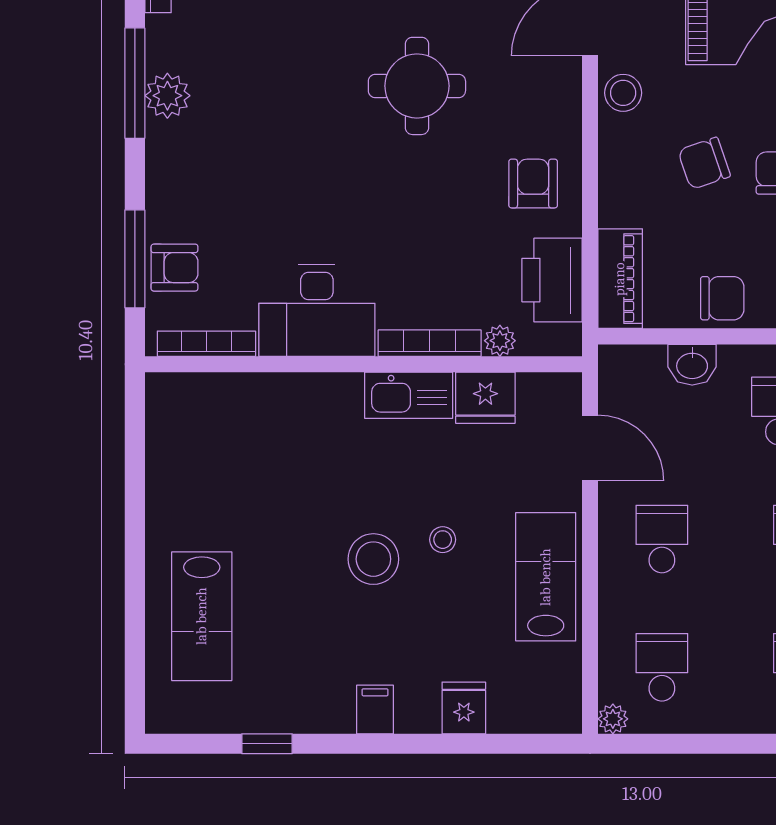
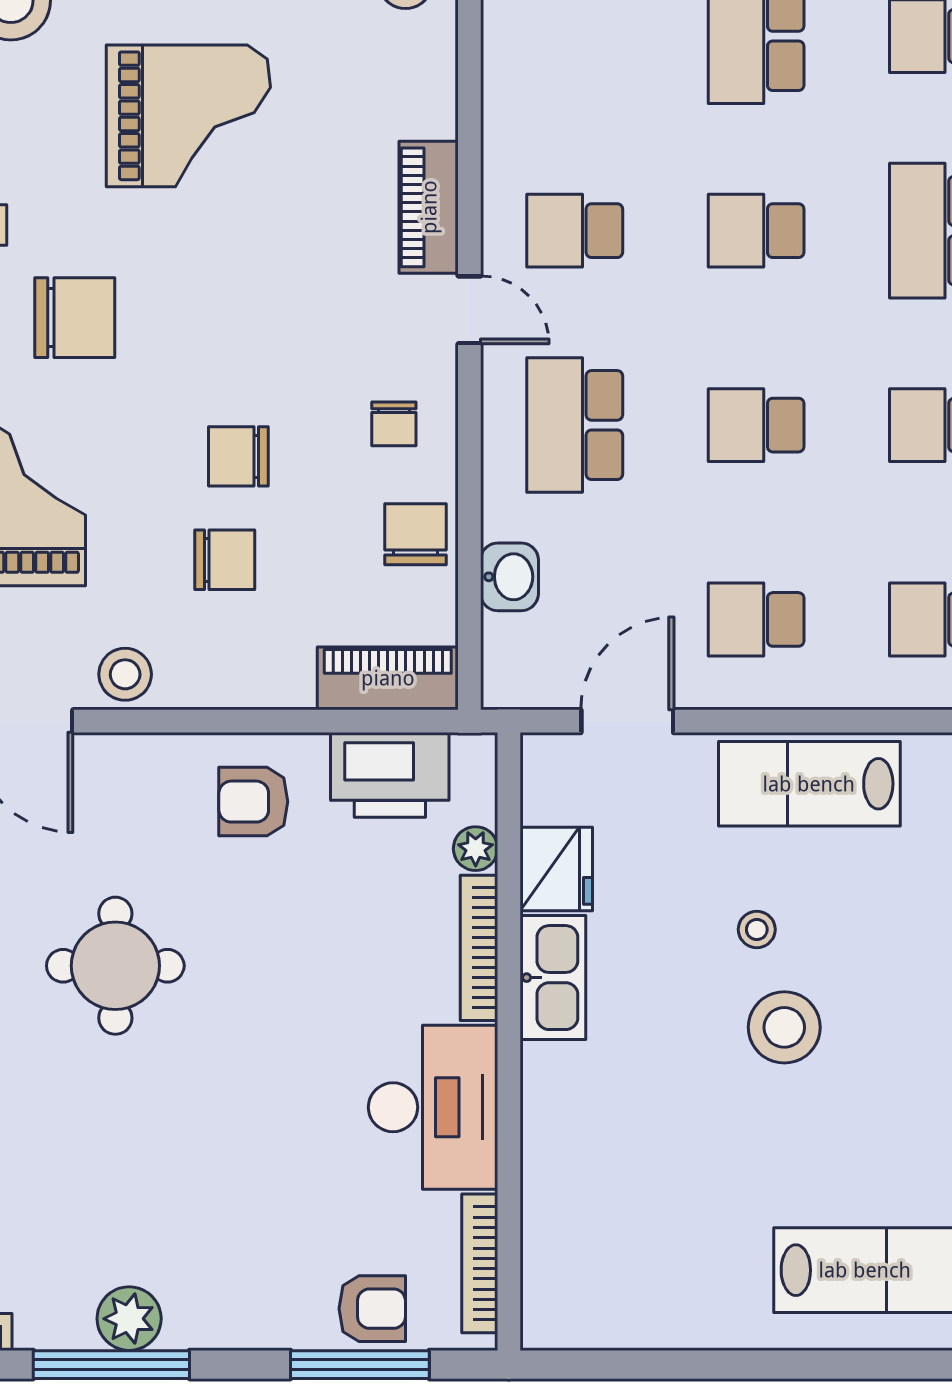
chair: (704, 163) -> (225, 560), turned -71
armchair: (174, 268) -> (372, 1309), turned 90

